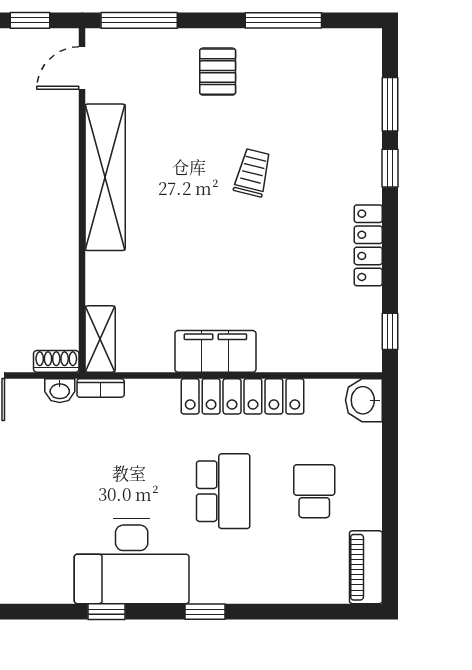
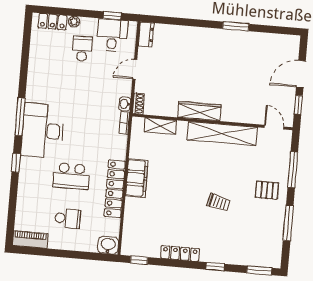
window: (139, 20) -> (293, 170), moved
window: (390, 104) -> (259, 270), moved
wardrobe: (61, 230) -> (199, 111), added
shelving: (100, 339) -> (160, 126), moved
window: (106, 612) -> (20, 117), width x2.17

